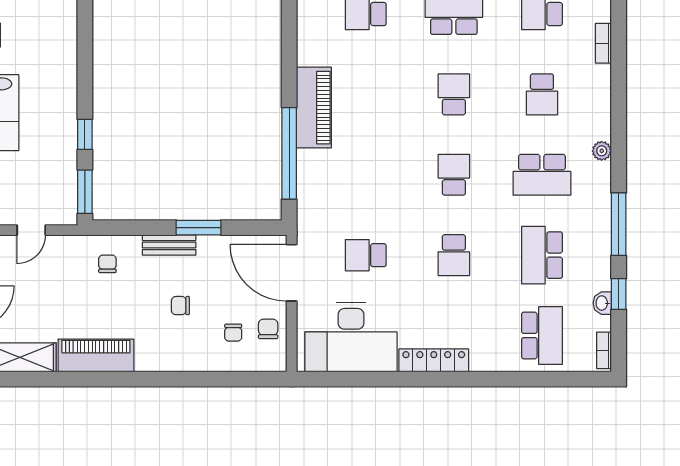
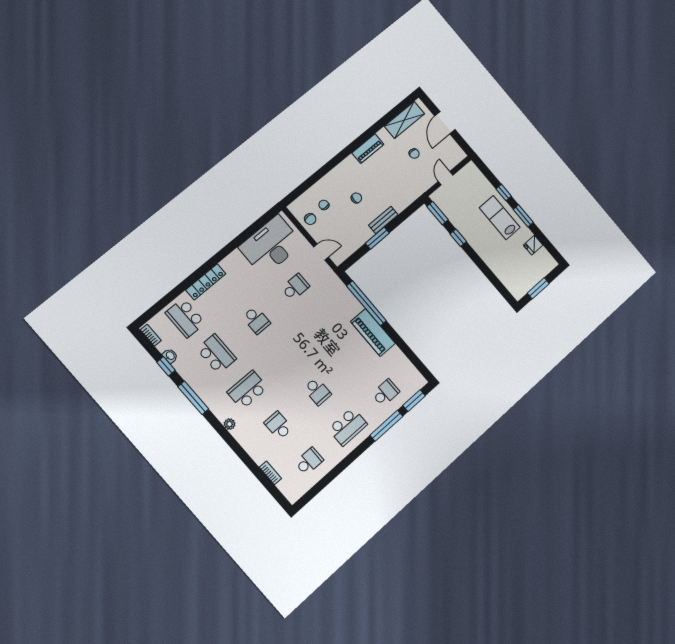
school desk: (454, 175) -> (287, 356), removed
school desk: (454, 255) -> (256, 320), turned 180
chair: (107, 264) -> (414, 154), moved
door: (292, 273) -> (321, 252), width x0.53
piano: (96, 355) -> (368, 149), width x0.73, depth x0.75
locker: (434, 360) -> (206, 282), moved

